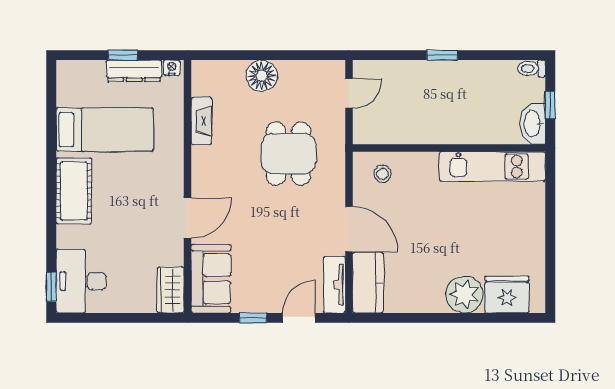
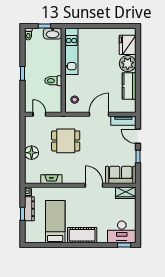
toilet: (425, 125) -> (53, 81), added
kitchen counter: (368, 283) -> (129, 86), moved, turned -90

